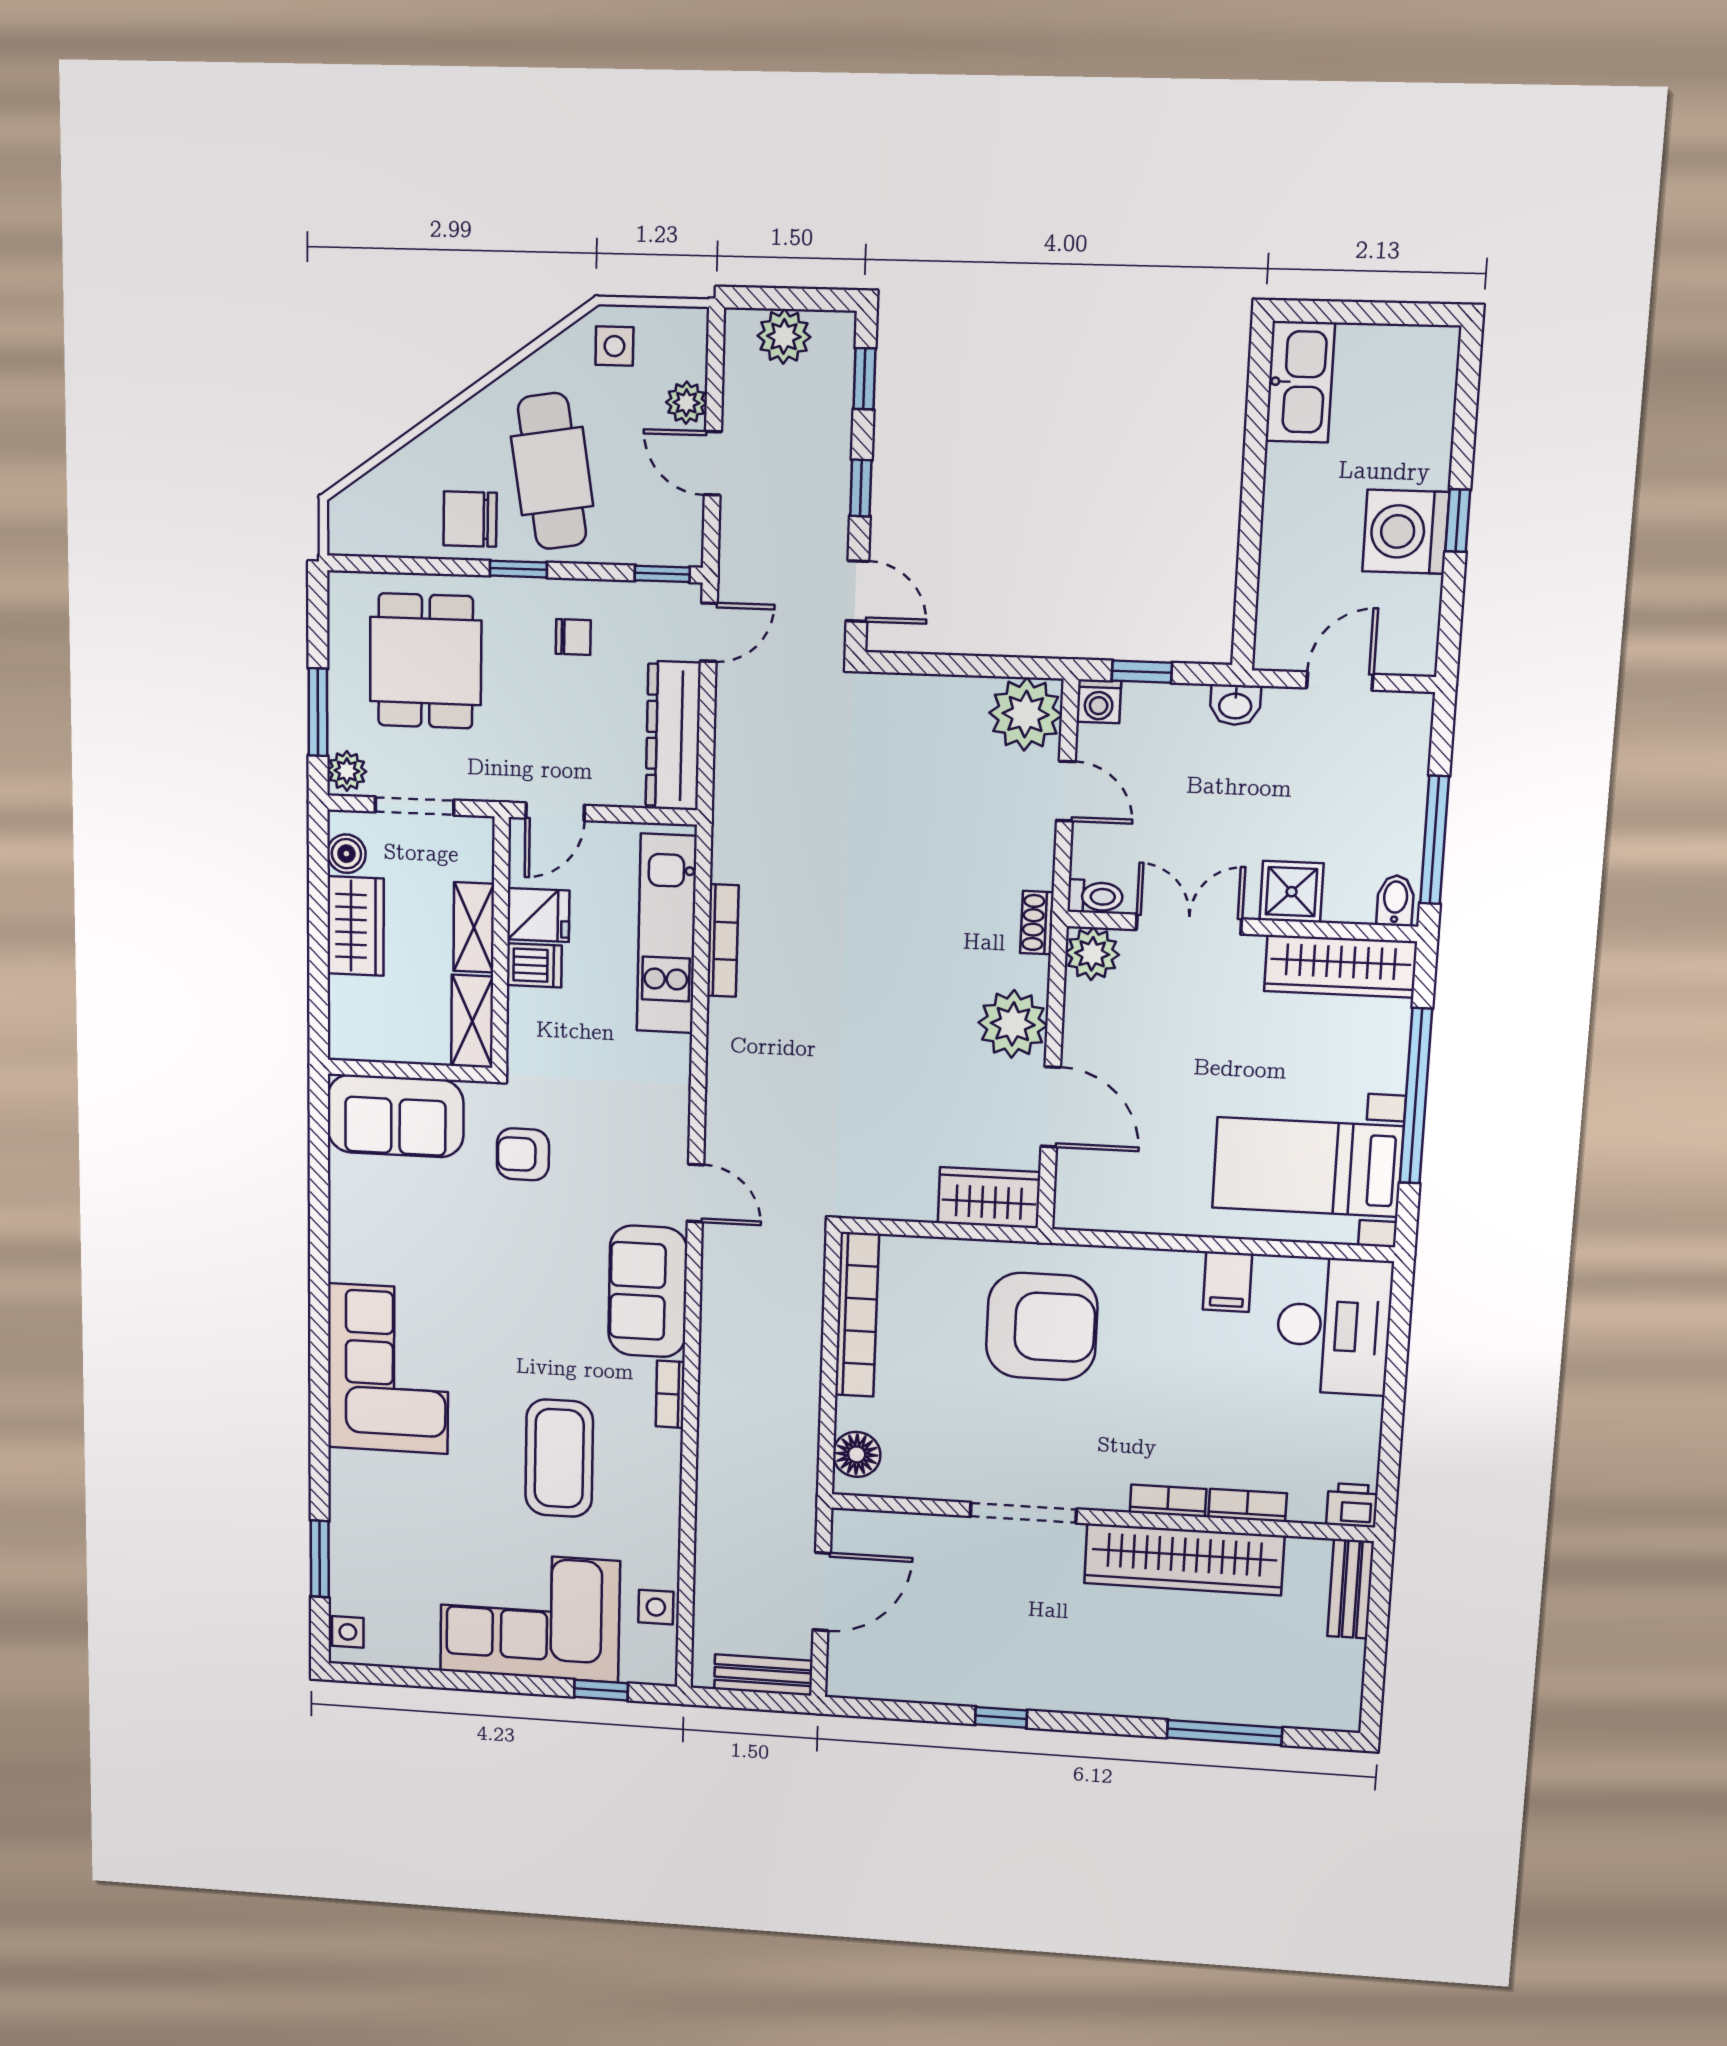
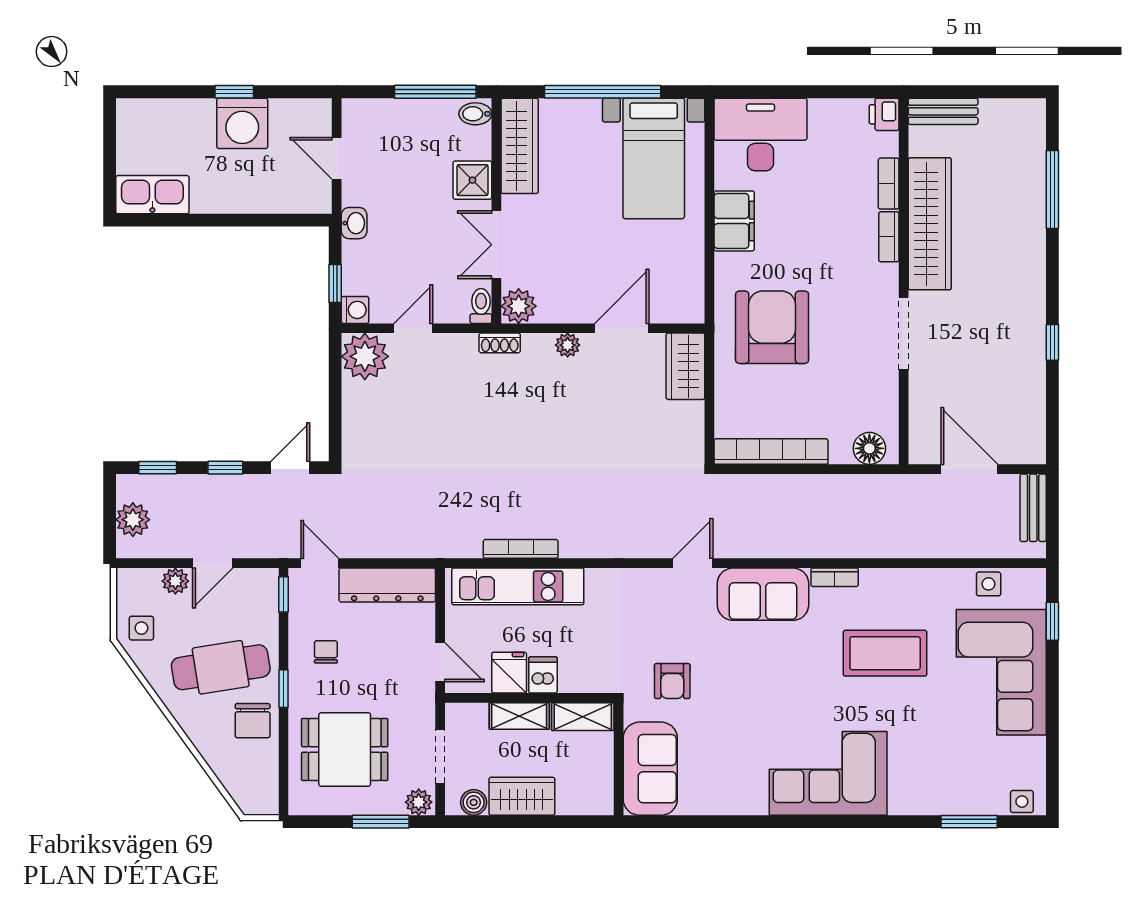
plant: (1013, 1024) -> (568, 345), width x0.53, depth x0.53
filing cabinet: (1228, 1282) -> (734, 221), width x2.00

